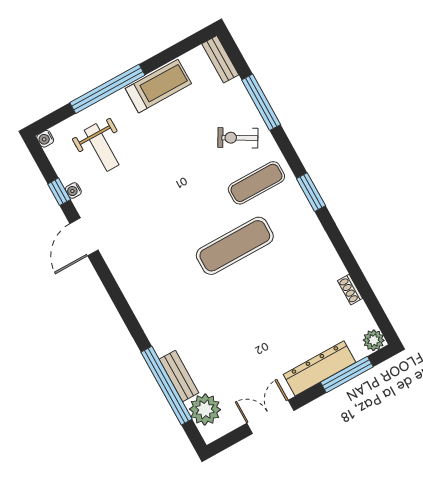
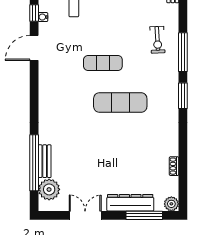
window: (261, 102) -> (183, 52), moved
exercise bike: (238, 138) -> (157, 40), turned -123
exercise mat: (256, 183) -> (103, 63), moved

